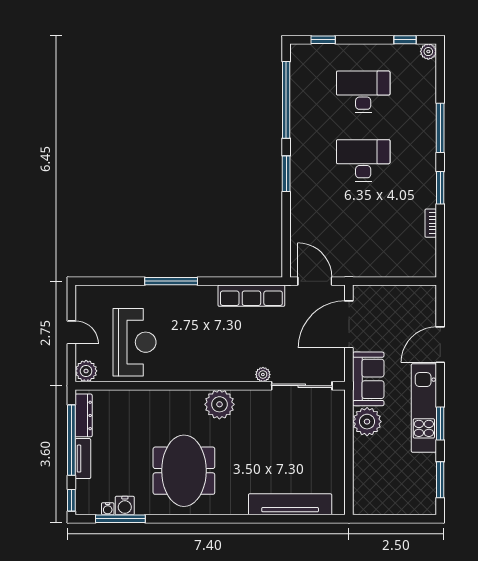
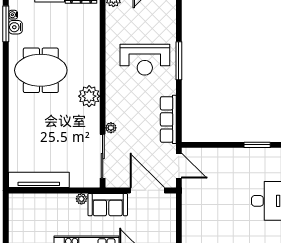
door: (315, 281) -> (179, 166), hinge flipped
reception desk: (135, 342) -> (145, 60), moved
plant: (367, 422) -> (81, 199), width x0.53, depth x0.53
tv unit: (290, 504) -> (39, 180), moved, turned -90

